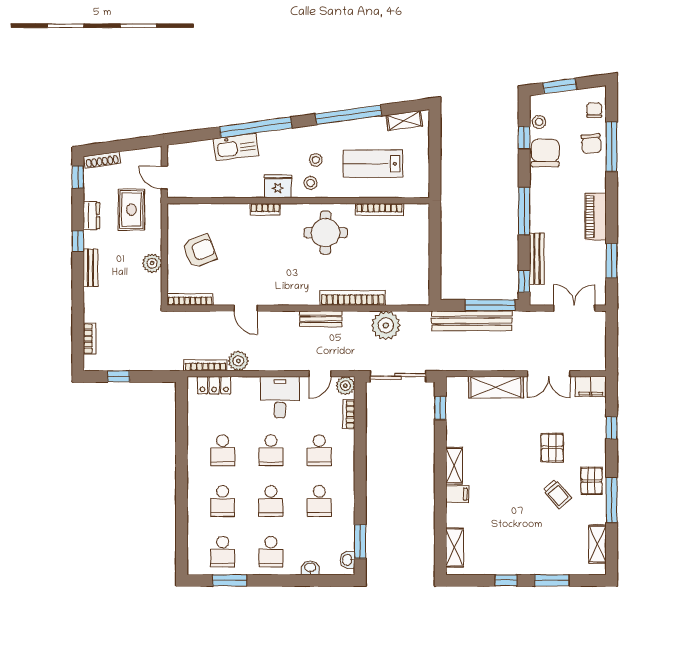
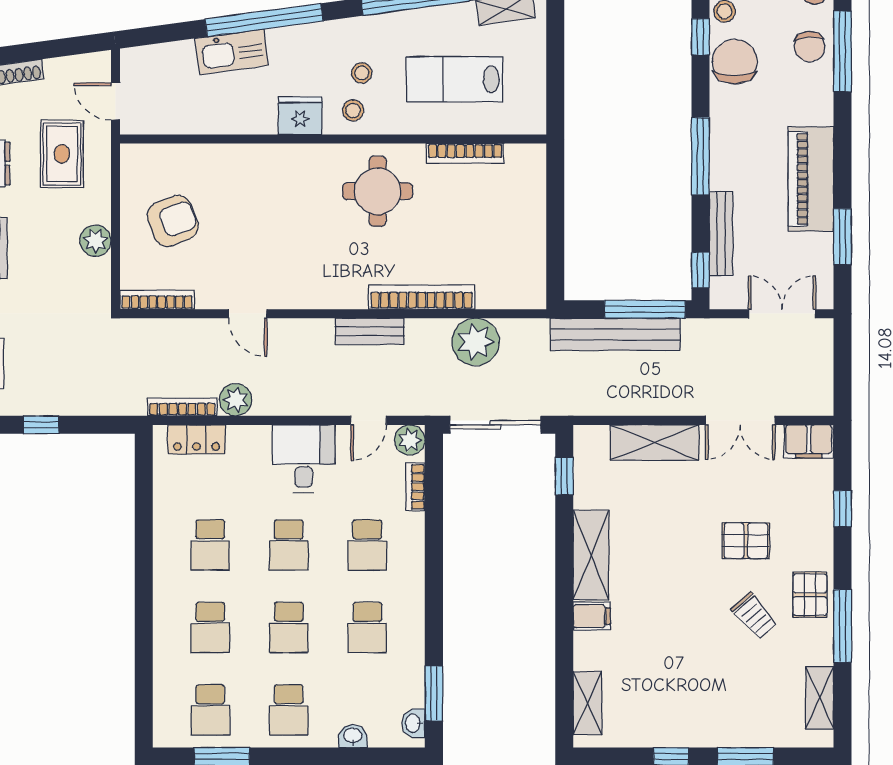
bookcase: (265, 209) -> (279, 153), removed
piano: (596, 217) -> (811, 179), width x1.37, depth x1.33
pallet: (552, 448) -> (746, 541), turned 90
shelving: (454, 466) -> (591, 555), width x1.50, depth x1.33

